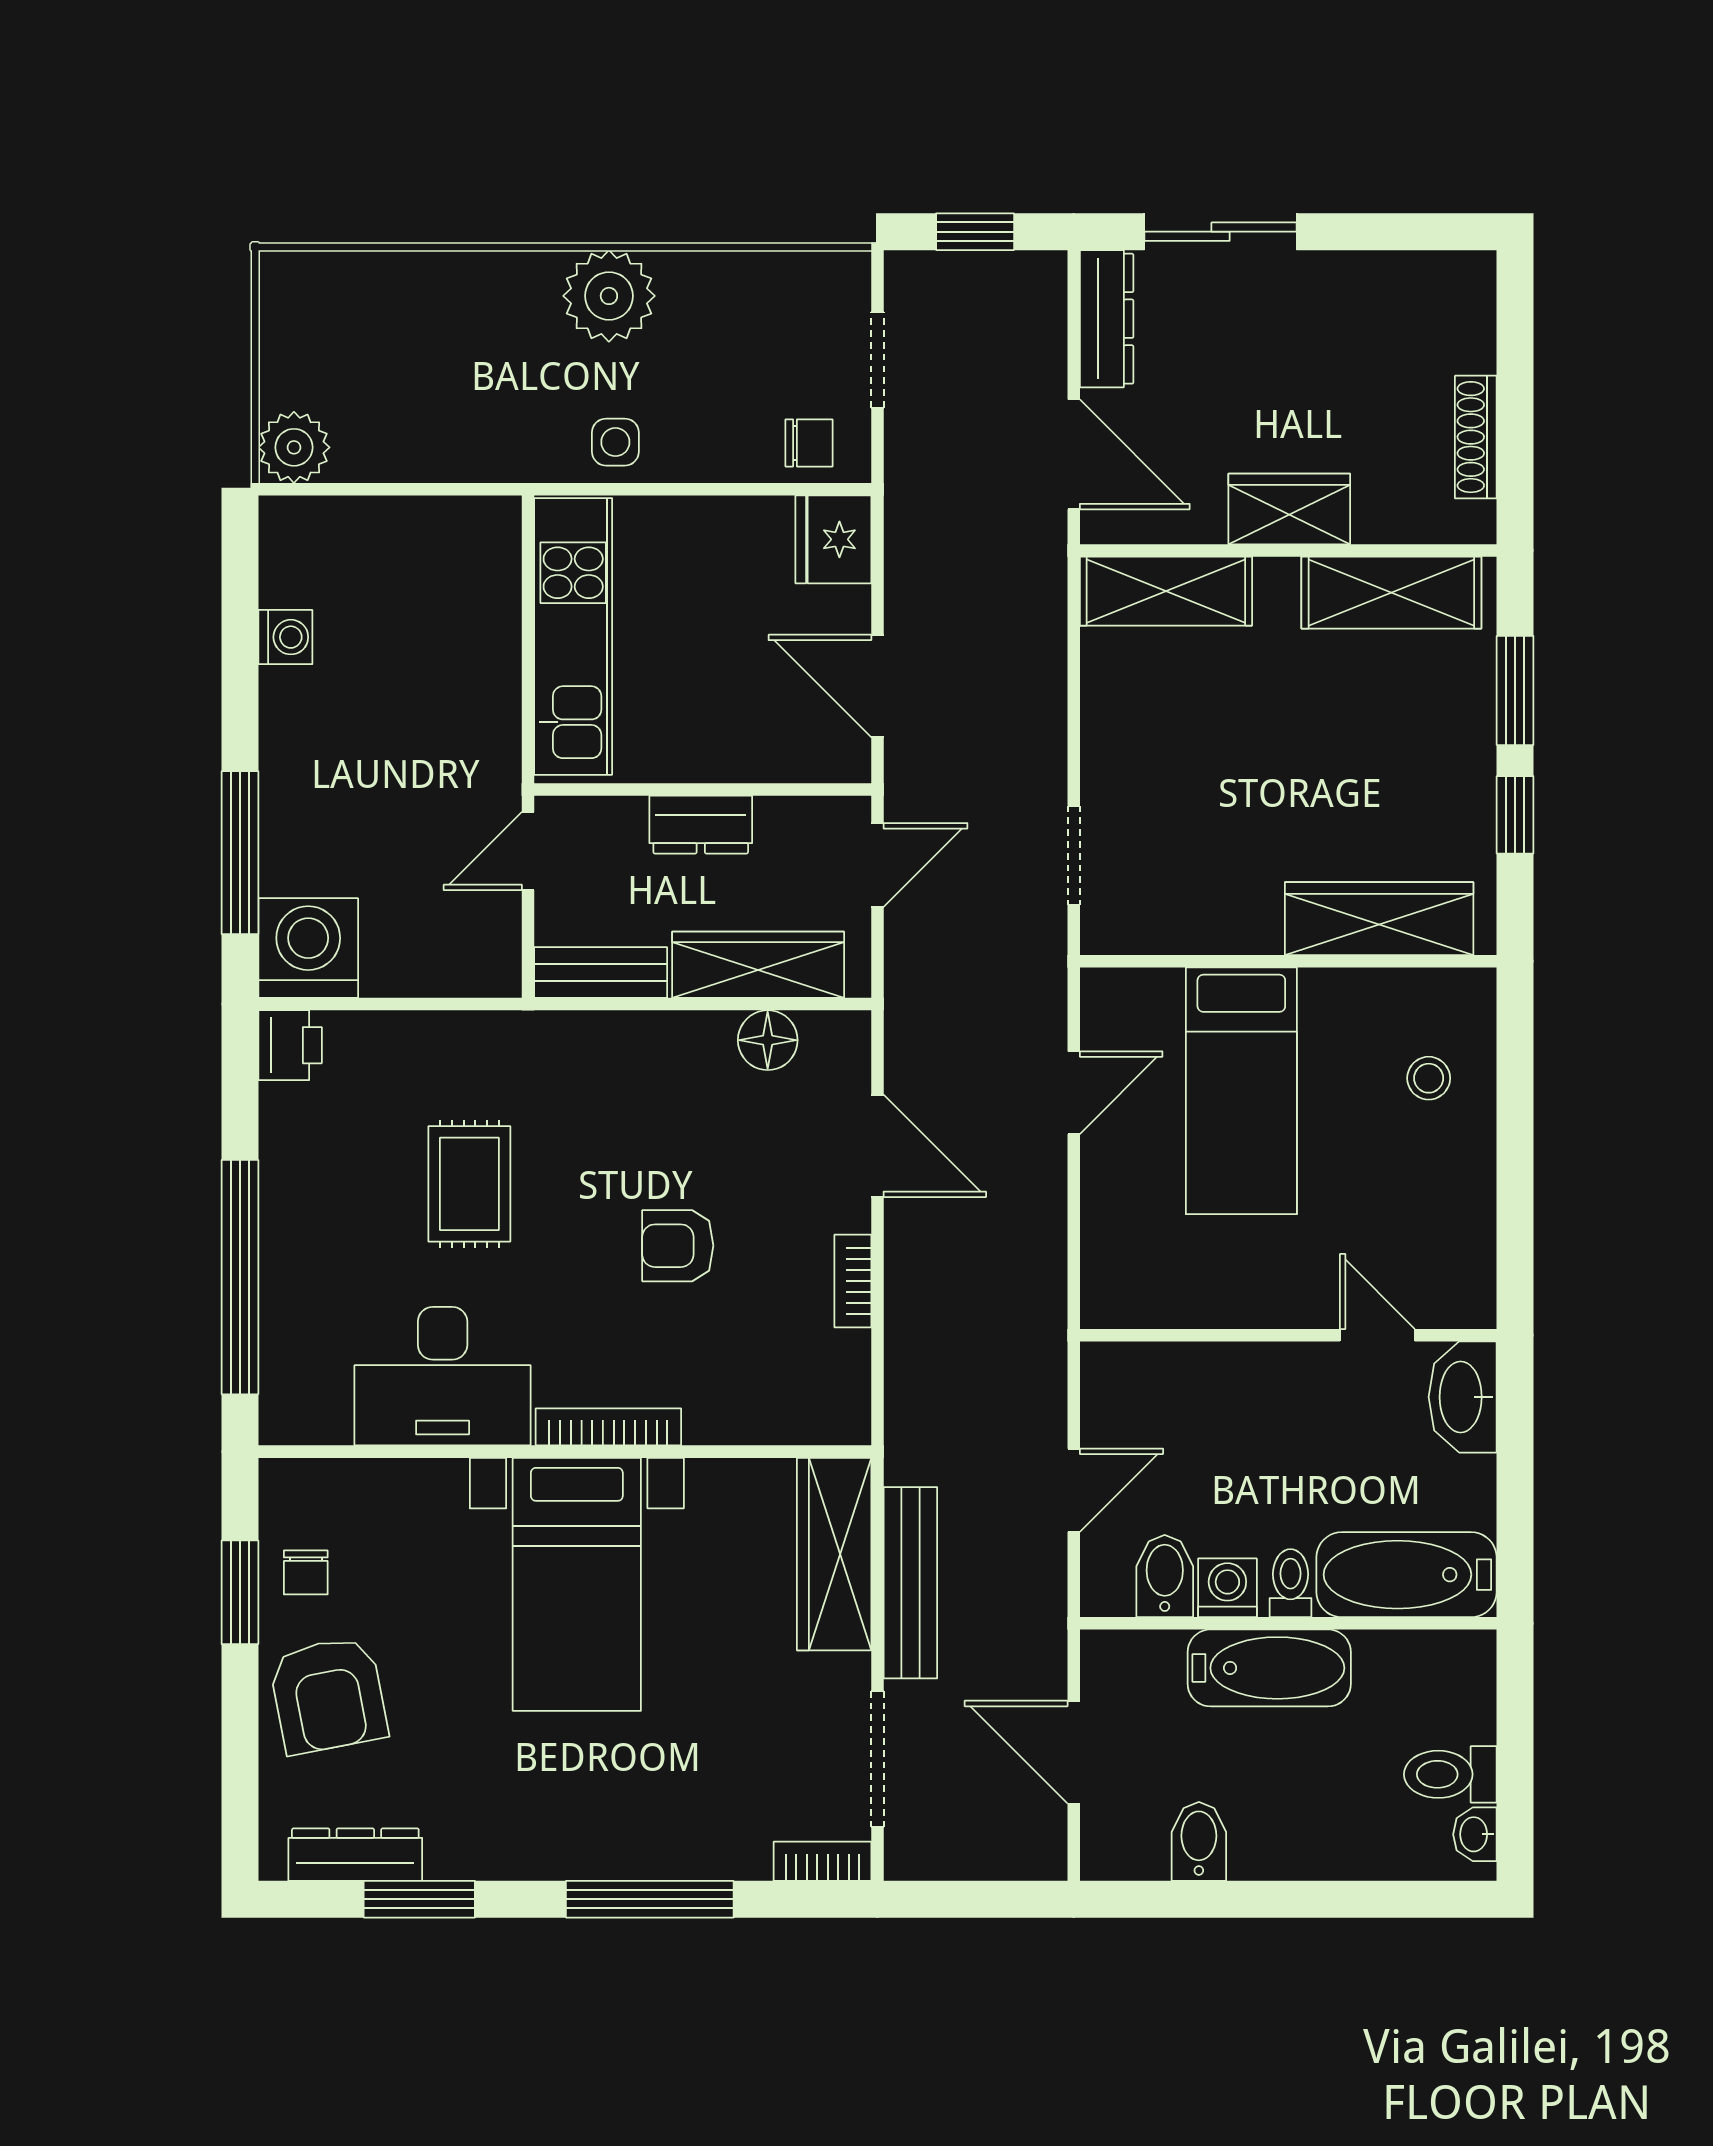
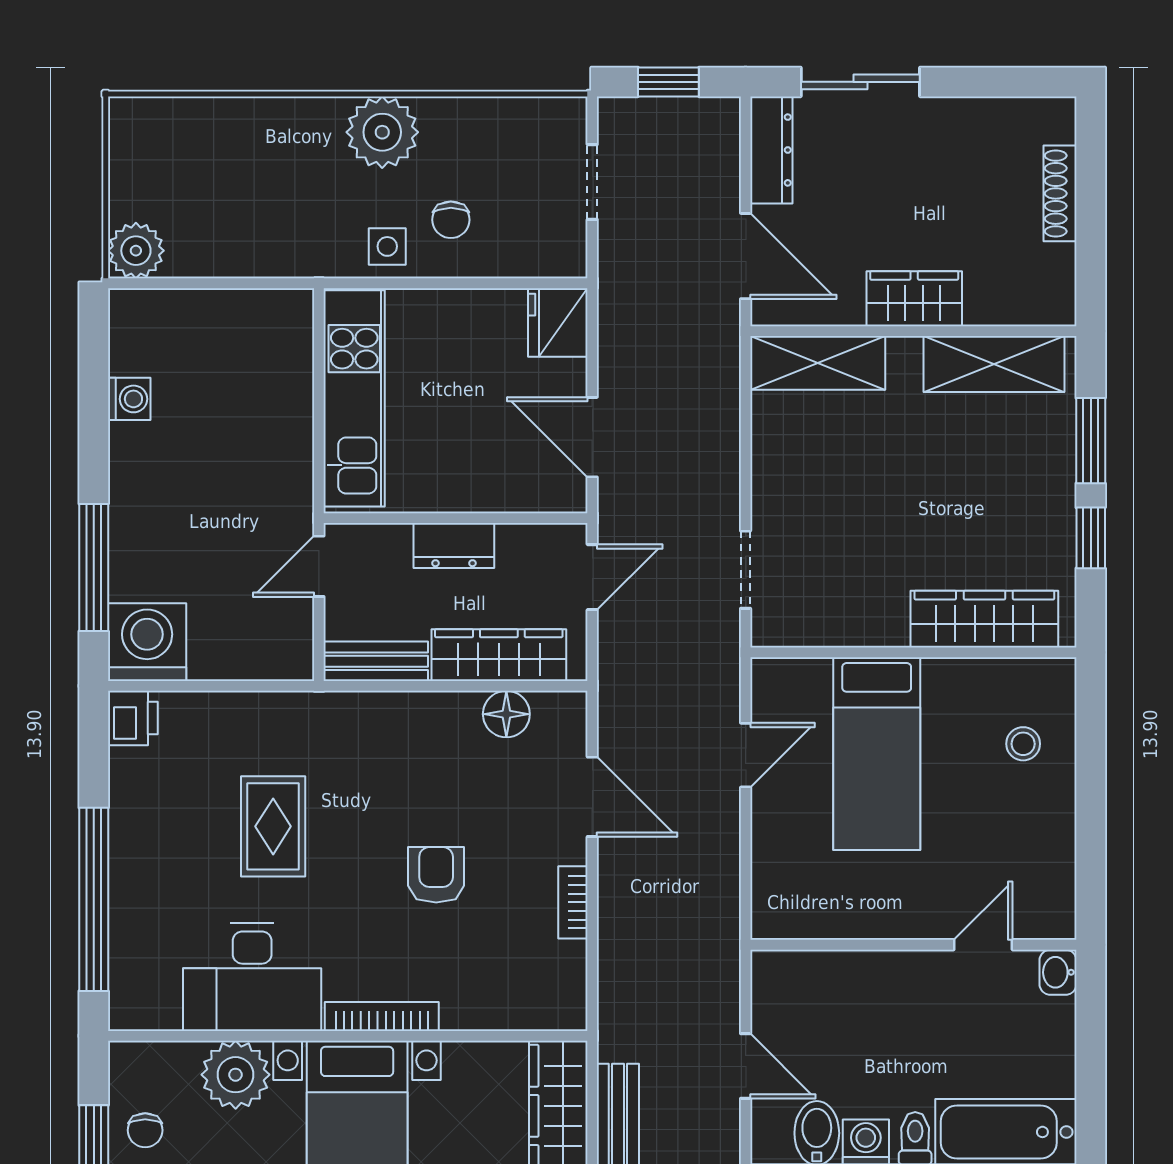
shoe rack: (1476, 437) -> (1060, 193), moved
chair: (809, 443) -> (451, 220), moved, turned 90
armchair: (678, 1246) -> (436, 875), turned 90
door: (1377, 1335) -> (983, 945), hinge flipped
washbasin: (1463, 1397) -> (1058, 972), width x0.52, depth x0.69
door: (1074, 1490) -> (746, 1066), hinge flipped
plant: (421, 1501) -> (236, 1075), added

